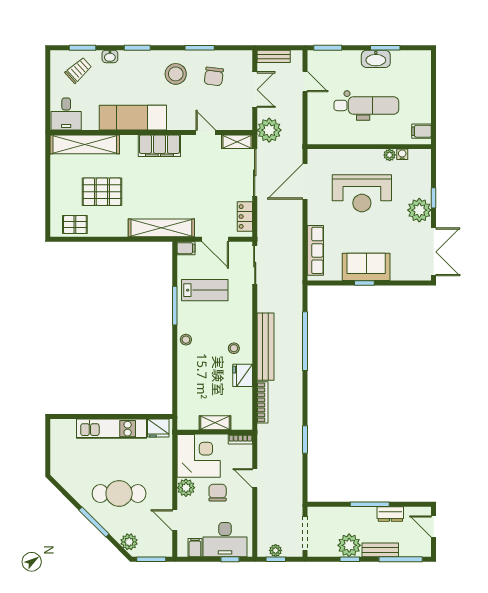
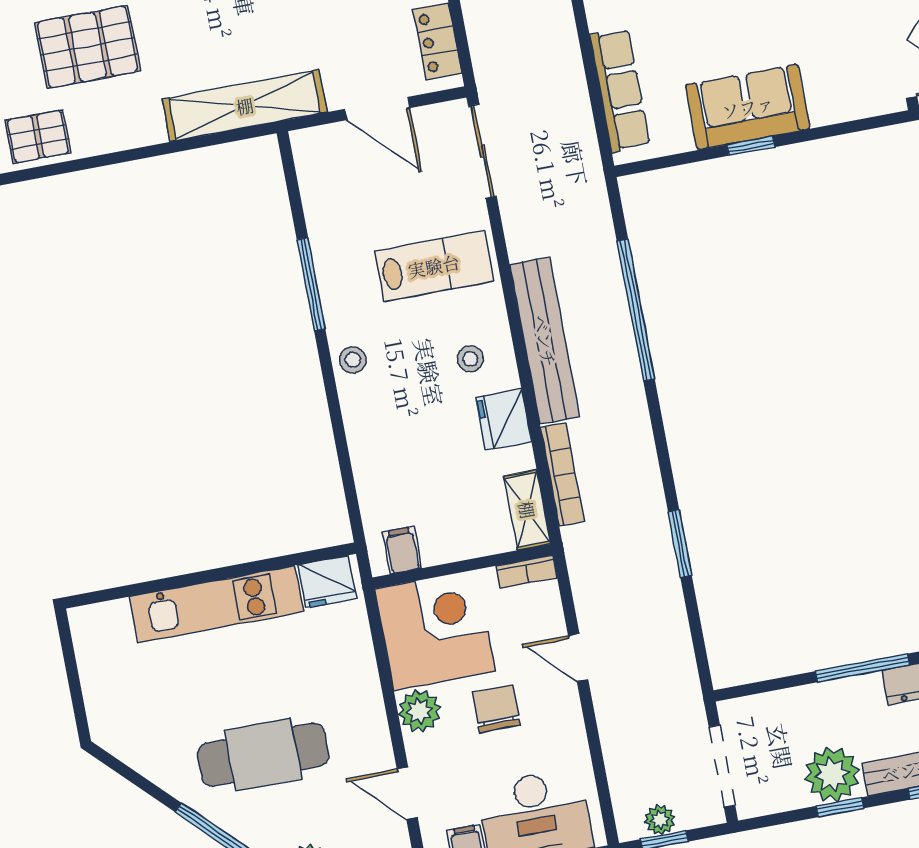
filing cabinet: (186, 248) -> (402, 550), moved, turned -90
lab bench: (205, 290) -> (434, 266), moved
shelving: (215, 423) -> (527, 510), moved, turned 90

